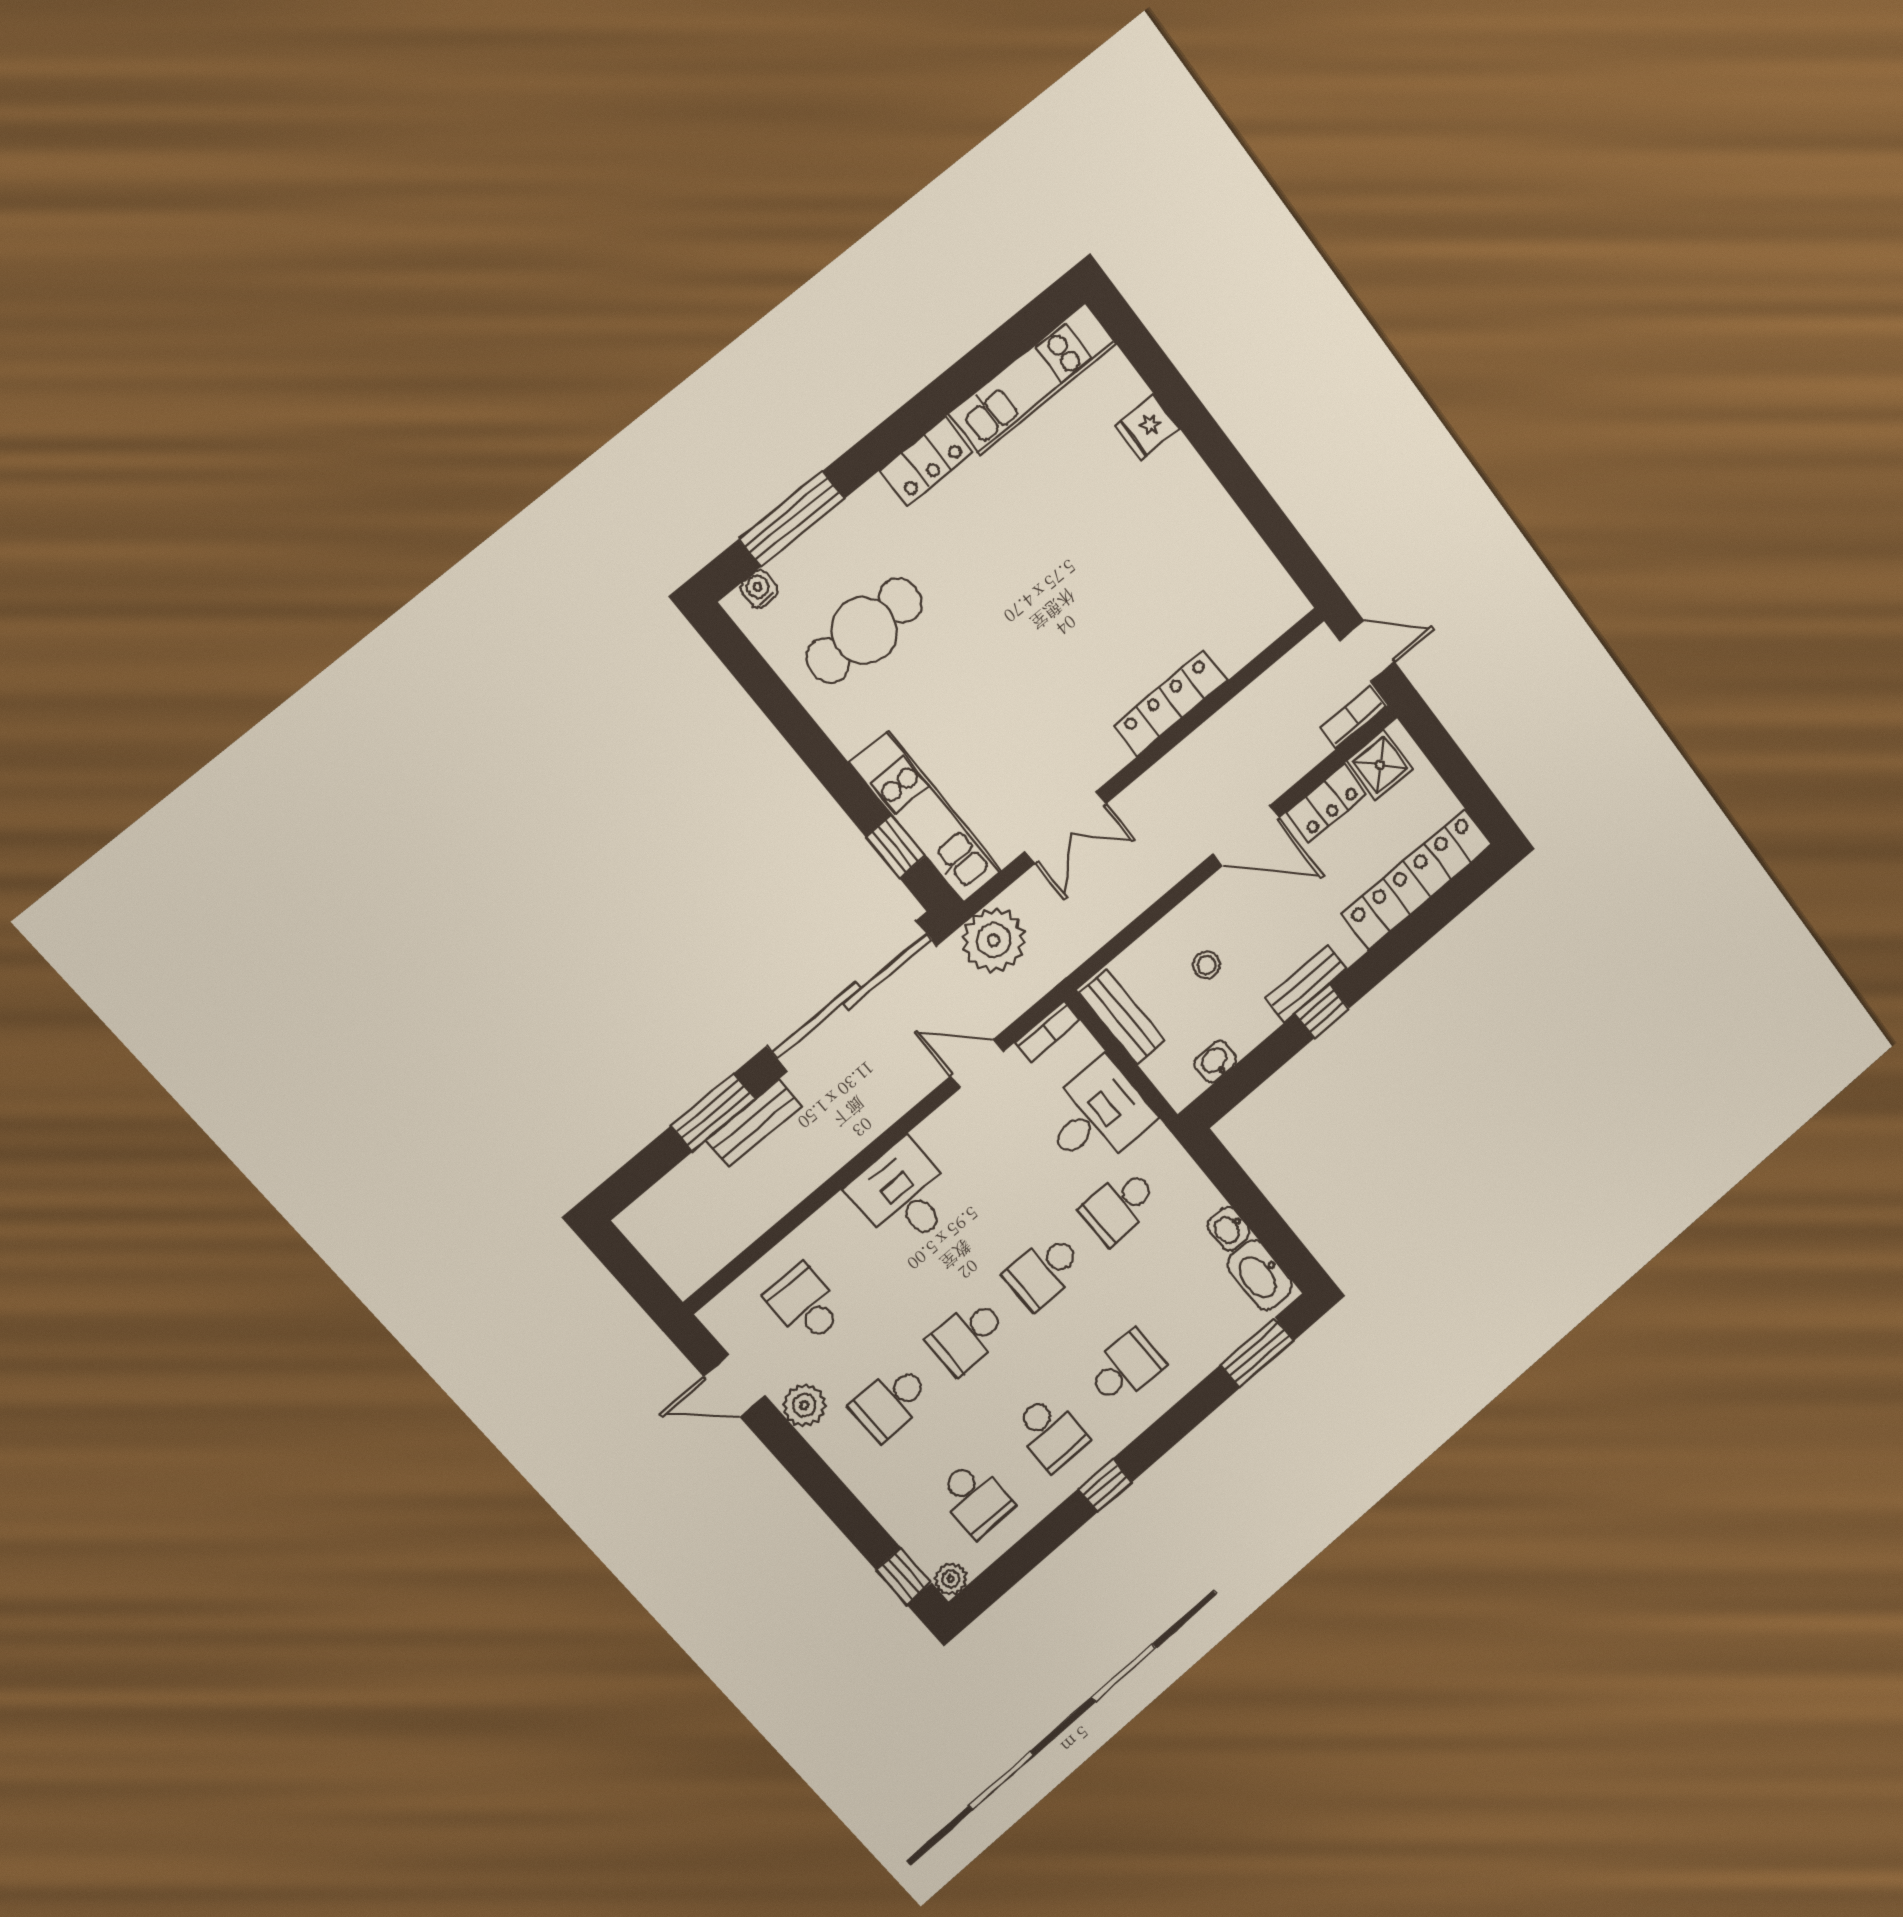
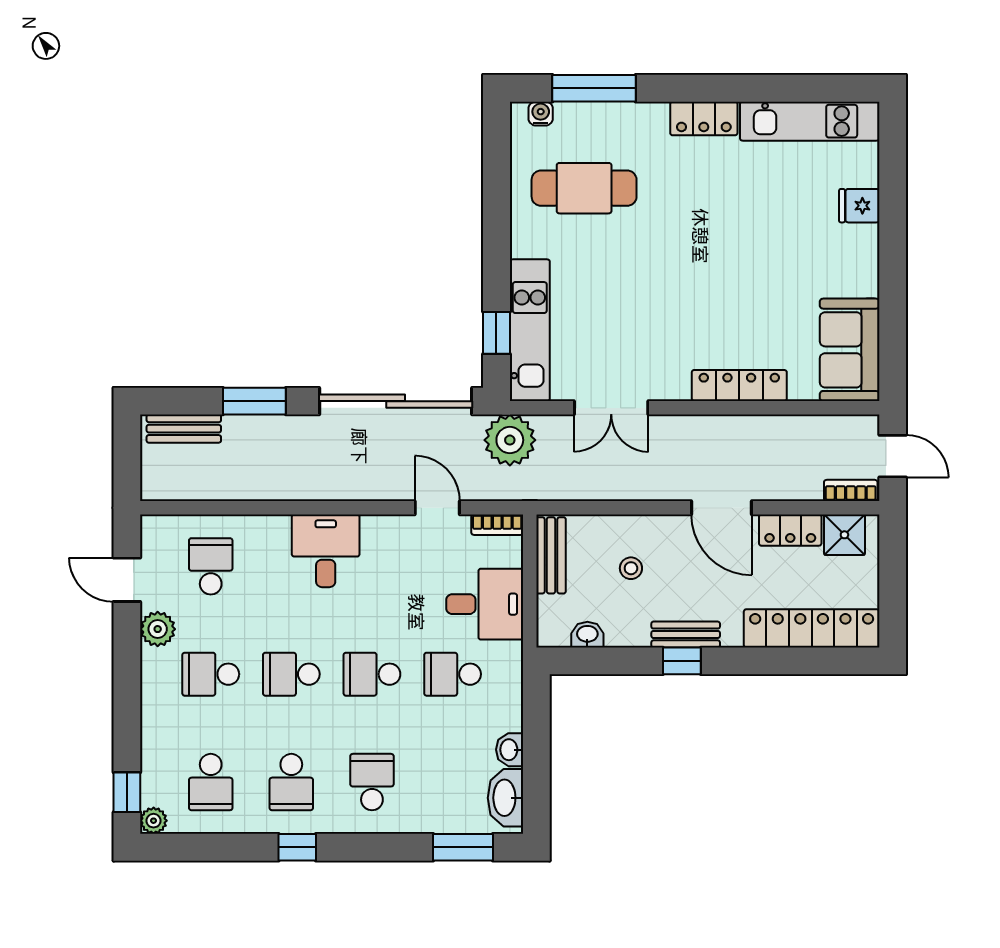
sofa: (1248, 580) -> (850, 350), added
bench: (754, 1123) -> (184, 429), moved
school desk: (1125, 1368) -> (372, 782), turned -90

